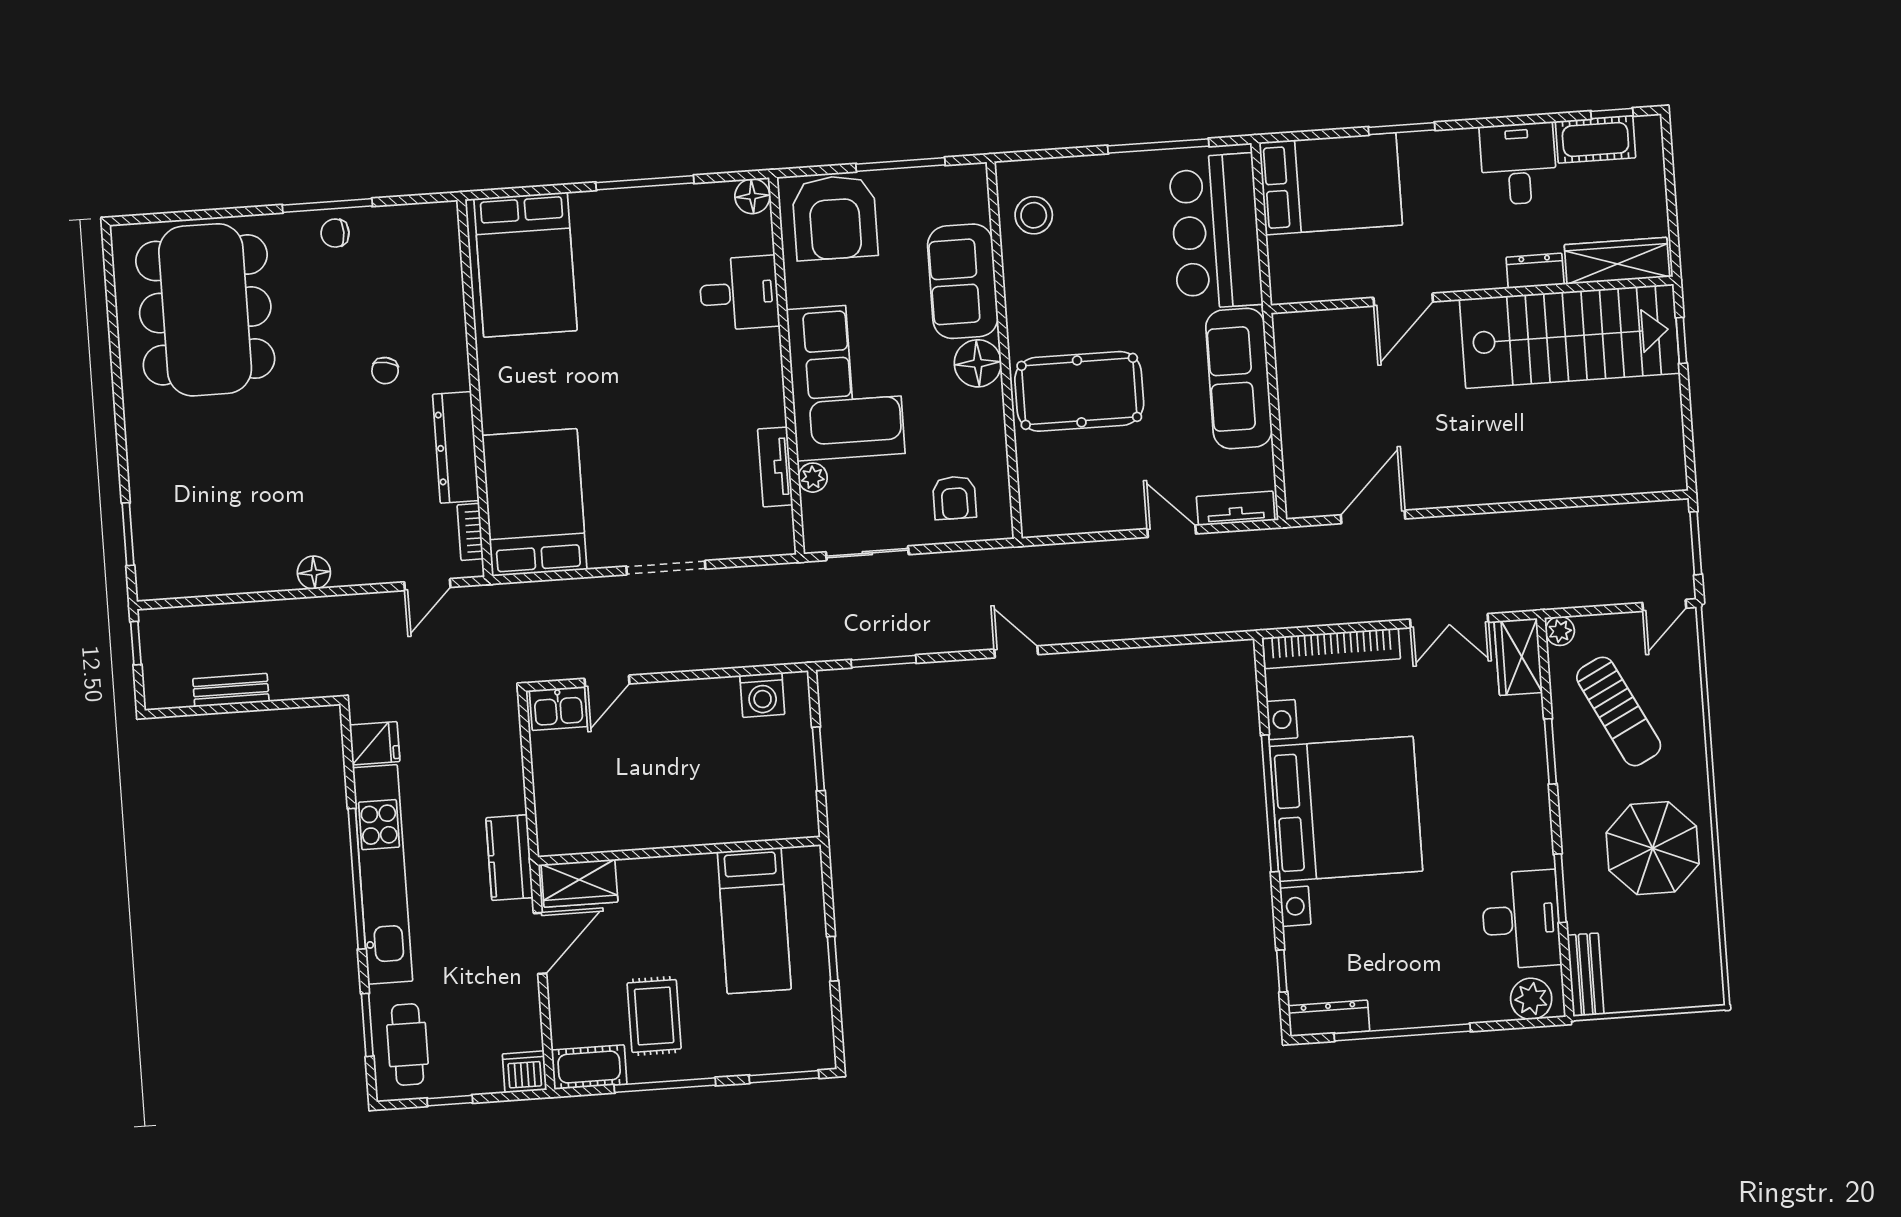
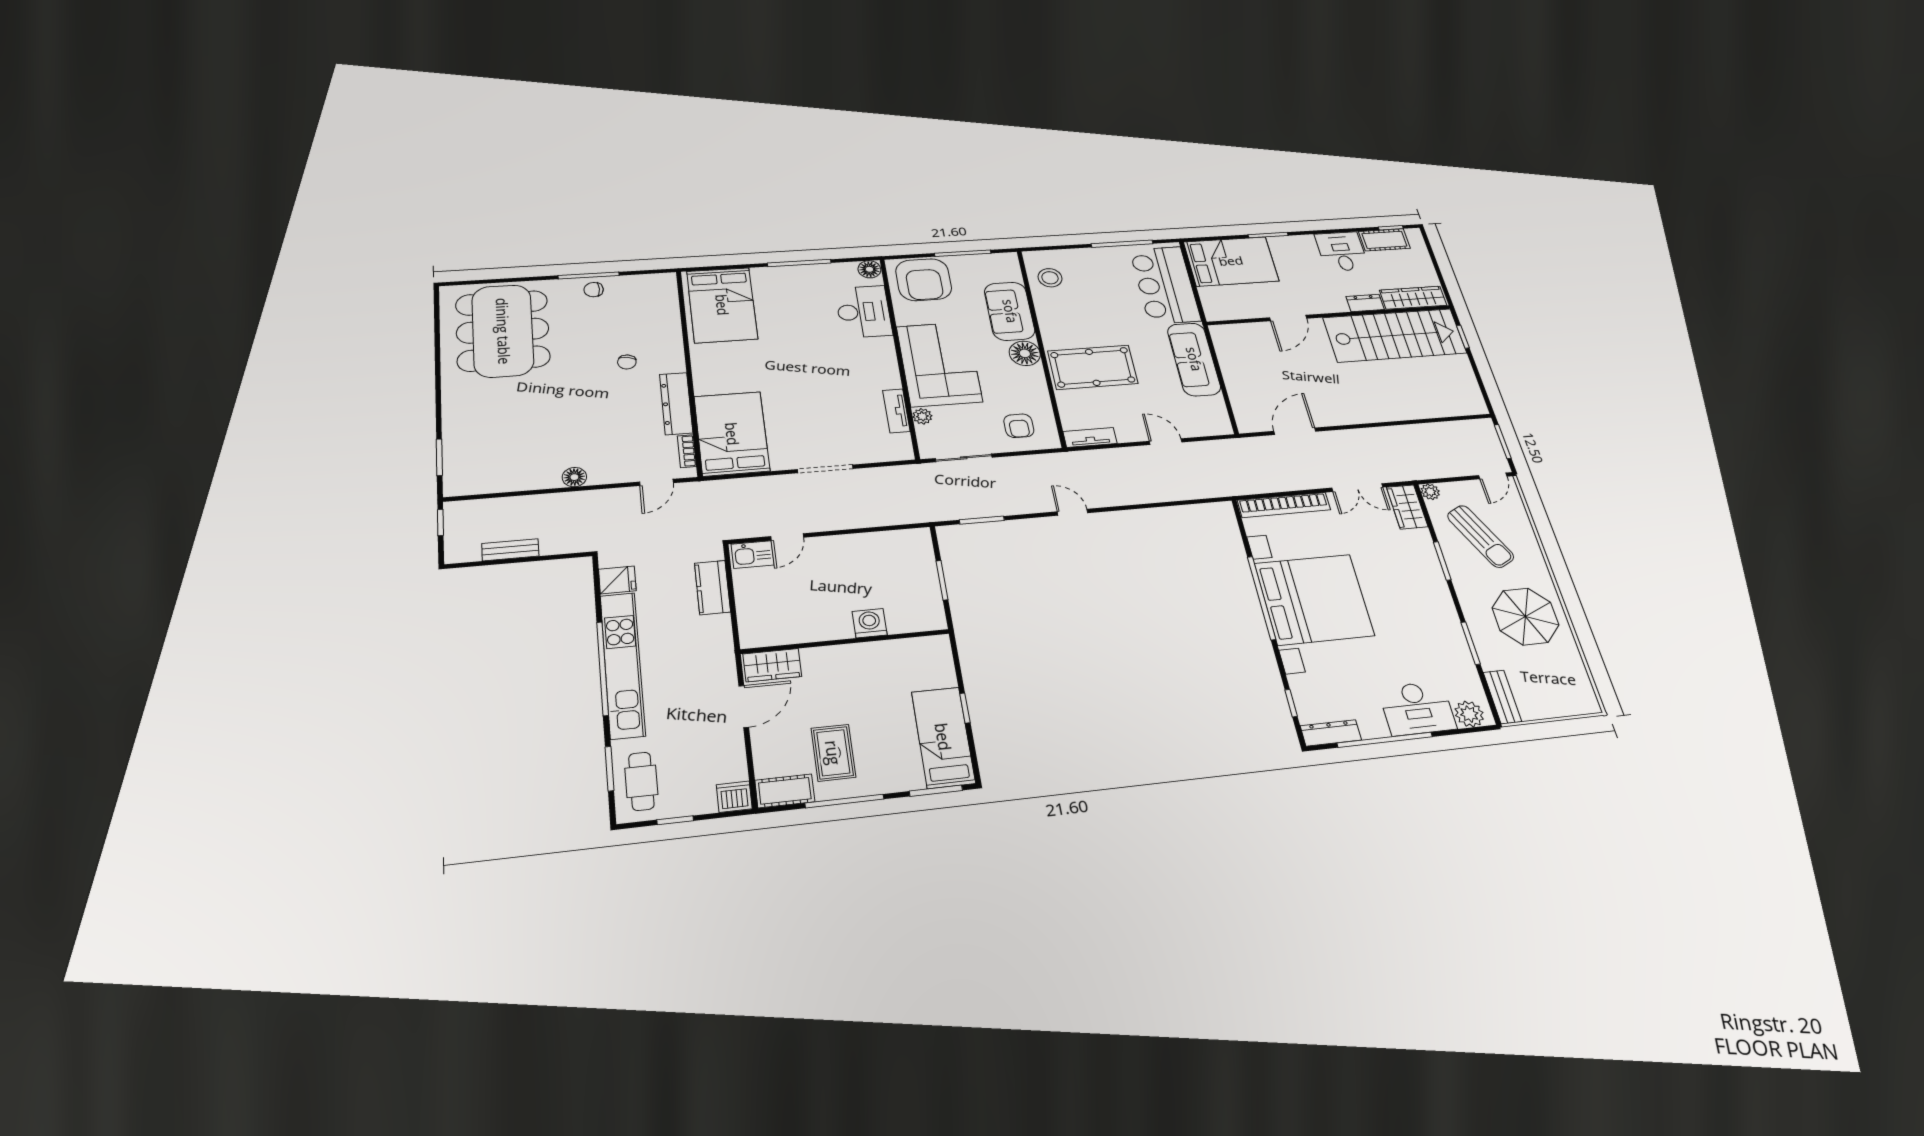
desk: (739, 293) -> (864, 312), width x1.37
tv unit: (1236, 508) -> (1090, 437), moved
washing machine: (762, 695) -> (870, 623), moved, turned 180
kitchen counter: (509, 858) -> (712, 587), moved
desk: (1521, 919) -> (1417, 708), moved, turned 90
bed: (754, 921) -> (943, 737), moved, turned 180

